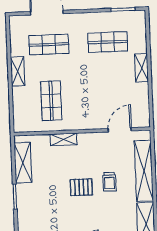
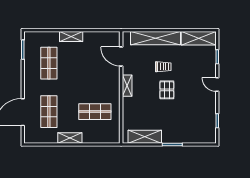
shelving: (64, 139) -> (127, 86), moved

